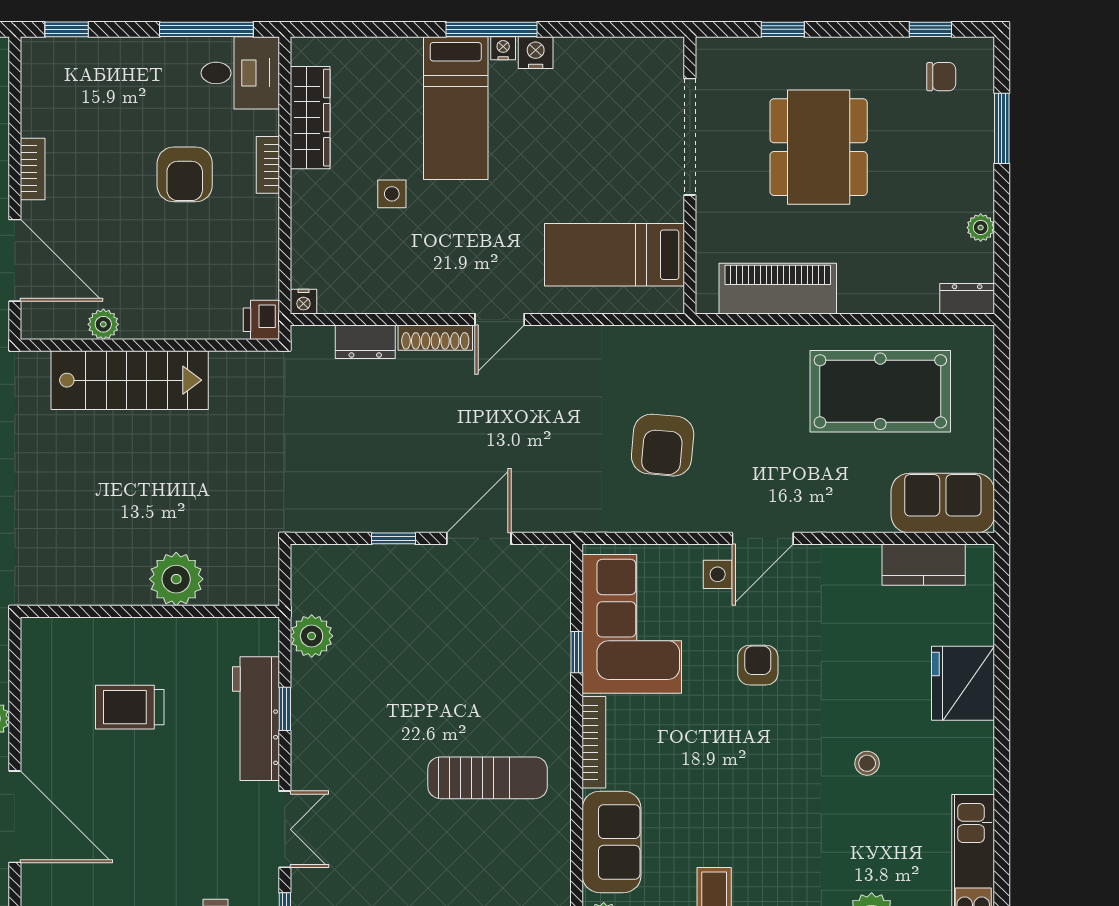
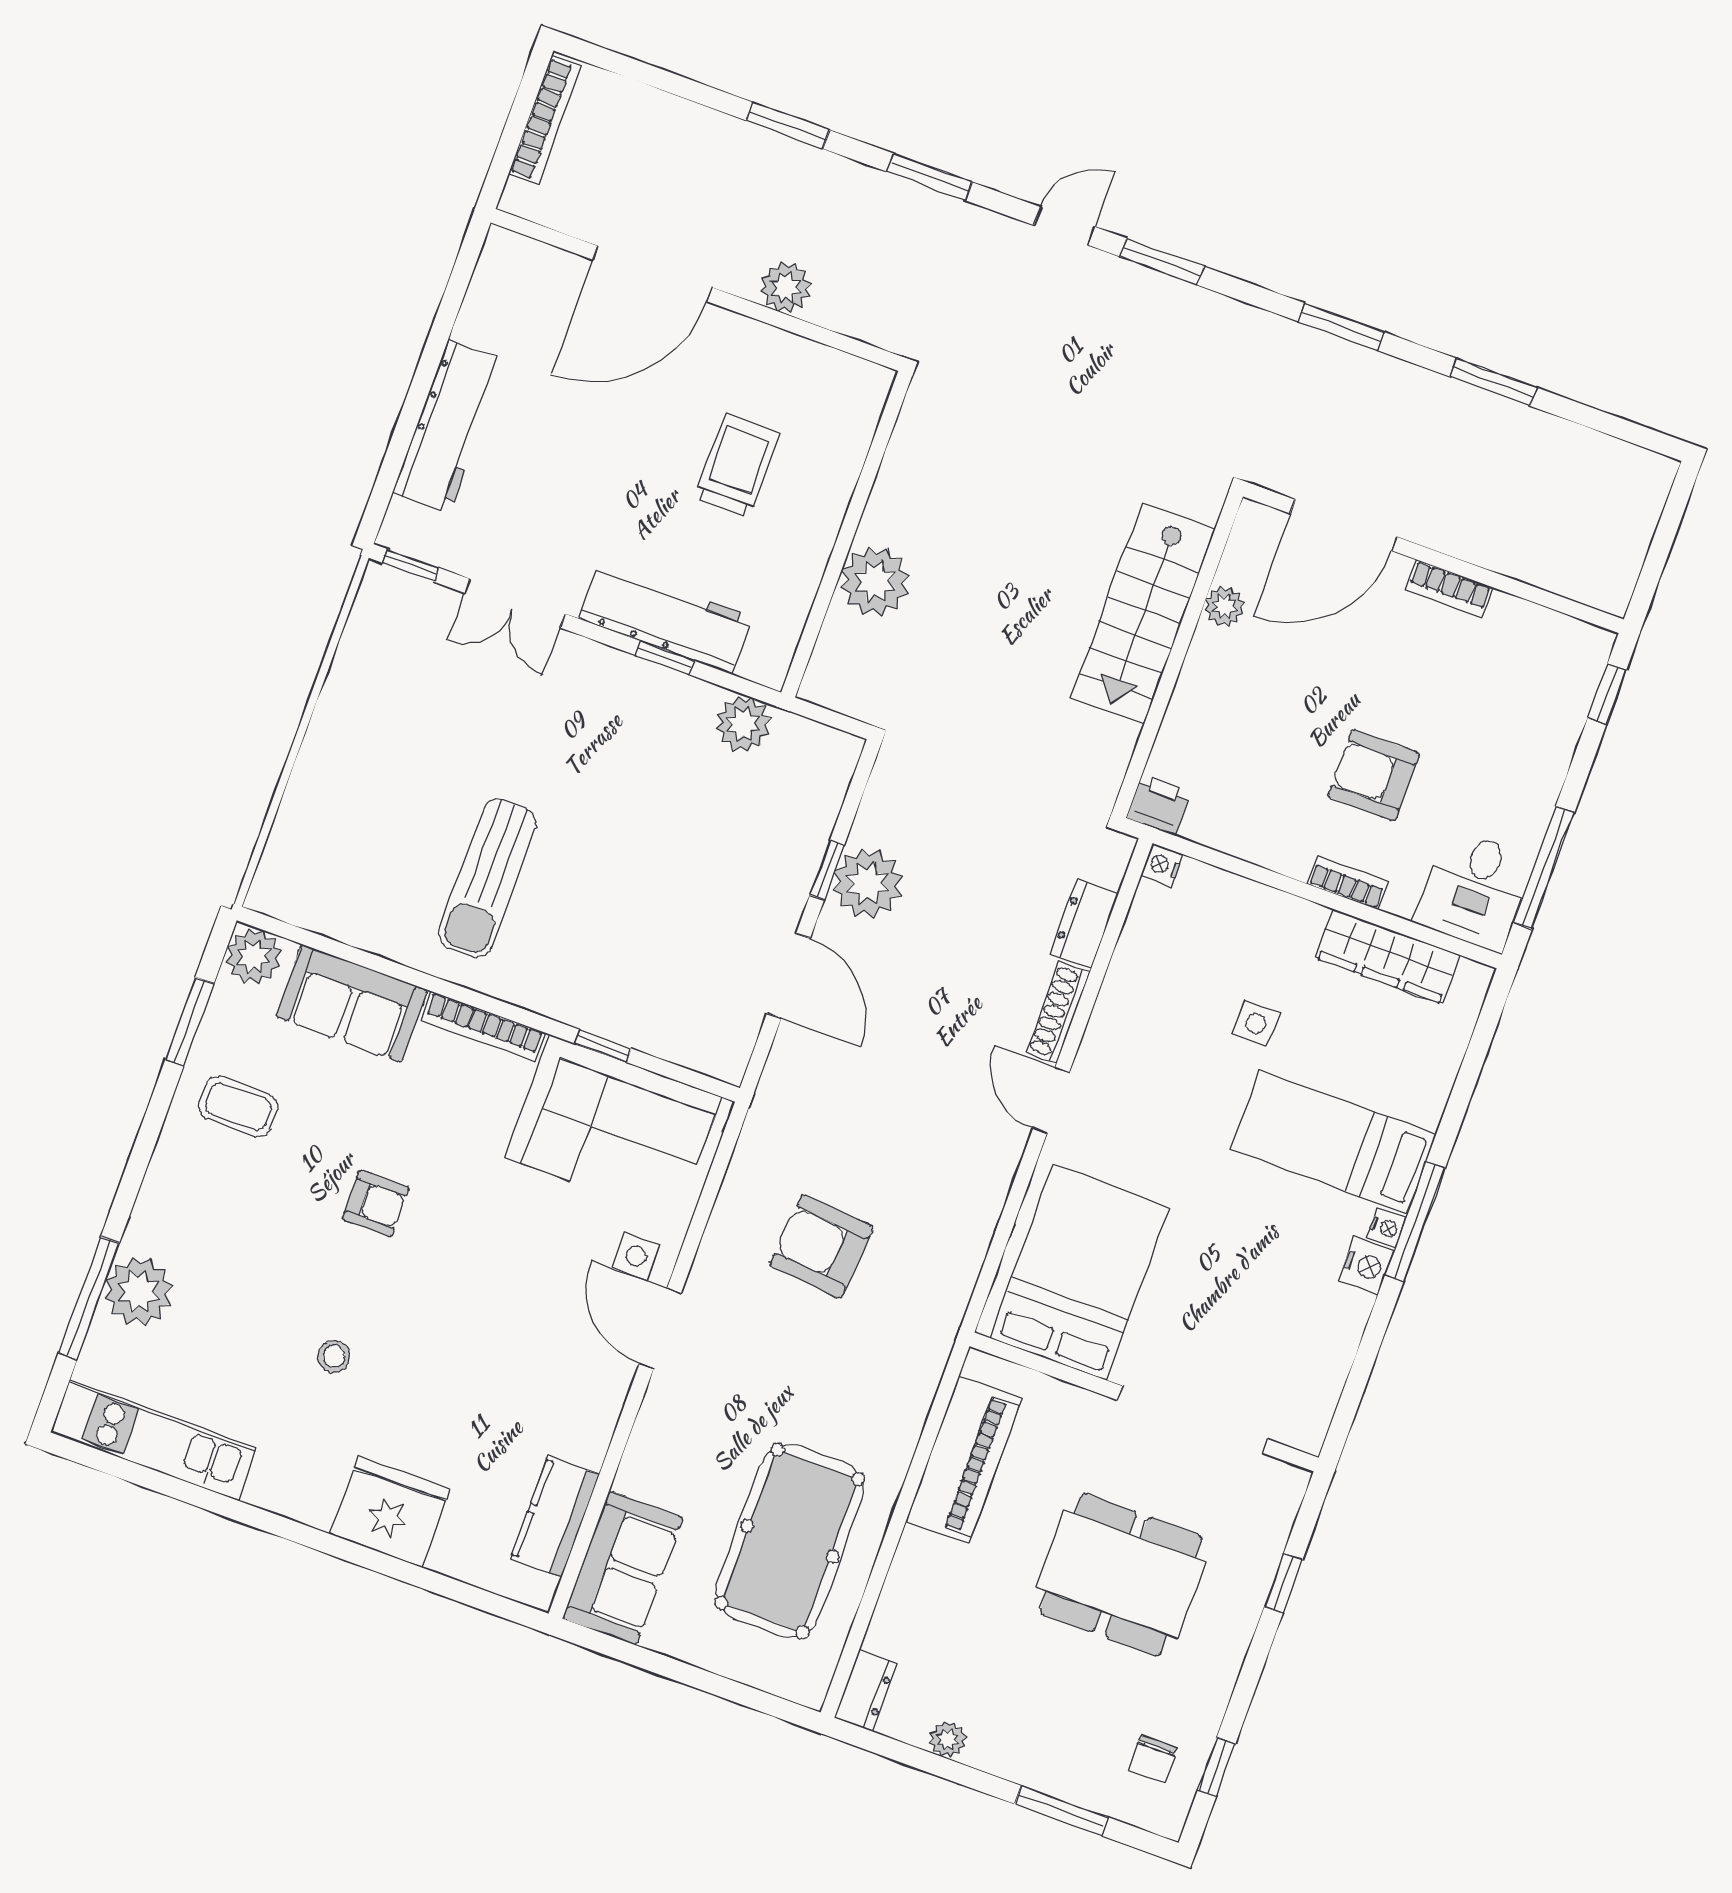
bed: (614, 255) -> (1080, 1272), width x1.50
plant: (393, 506) -> (868, 883), added
armchair: (758, 665) -> (376, 1203), moved

